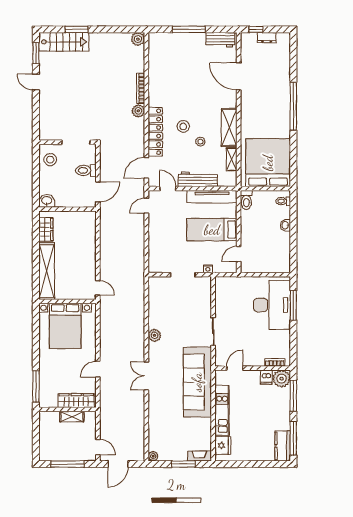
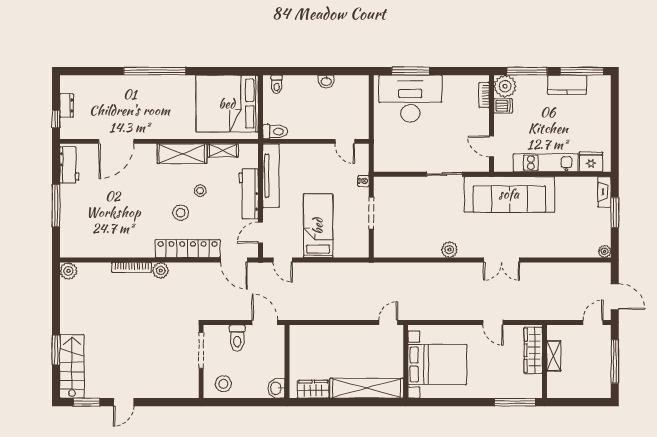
washbasin: (285, 225) -> (326, 81), moved
bed: (212, 230) -> (318, 226), moved, turned 180
kitchen counter: (283, 446) -> (567, 85), moved

